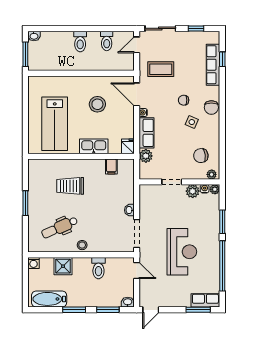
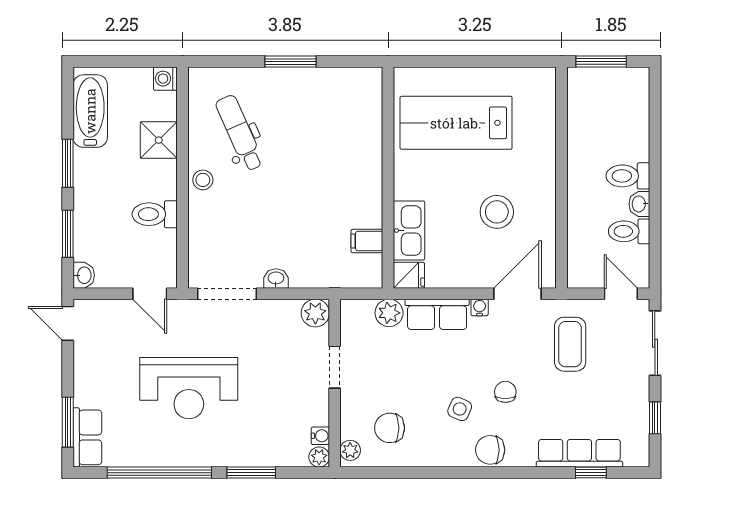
washbasin: (34, 36) -> (639, 204), moved
kitchen sink: (94, 146) -> (409, 231), moved
chair: (201, 156) -> (390, 428), turned -82
trolley: (70, 186) -> (326, 155), removed
plant: (193, 191) -> (315, 313), moved
door: (137, 270) -> (150, 294), hinge flipped

